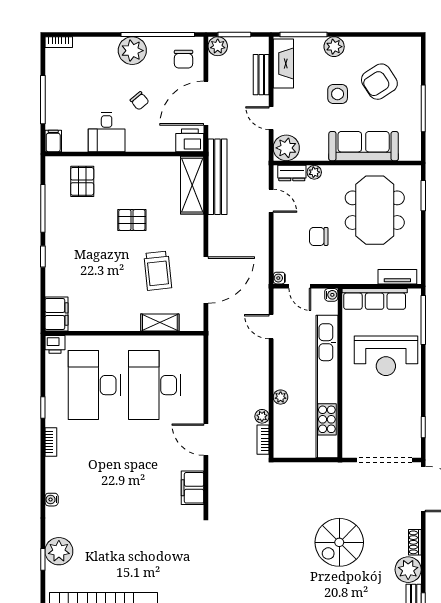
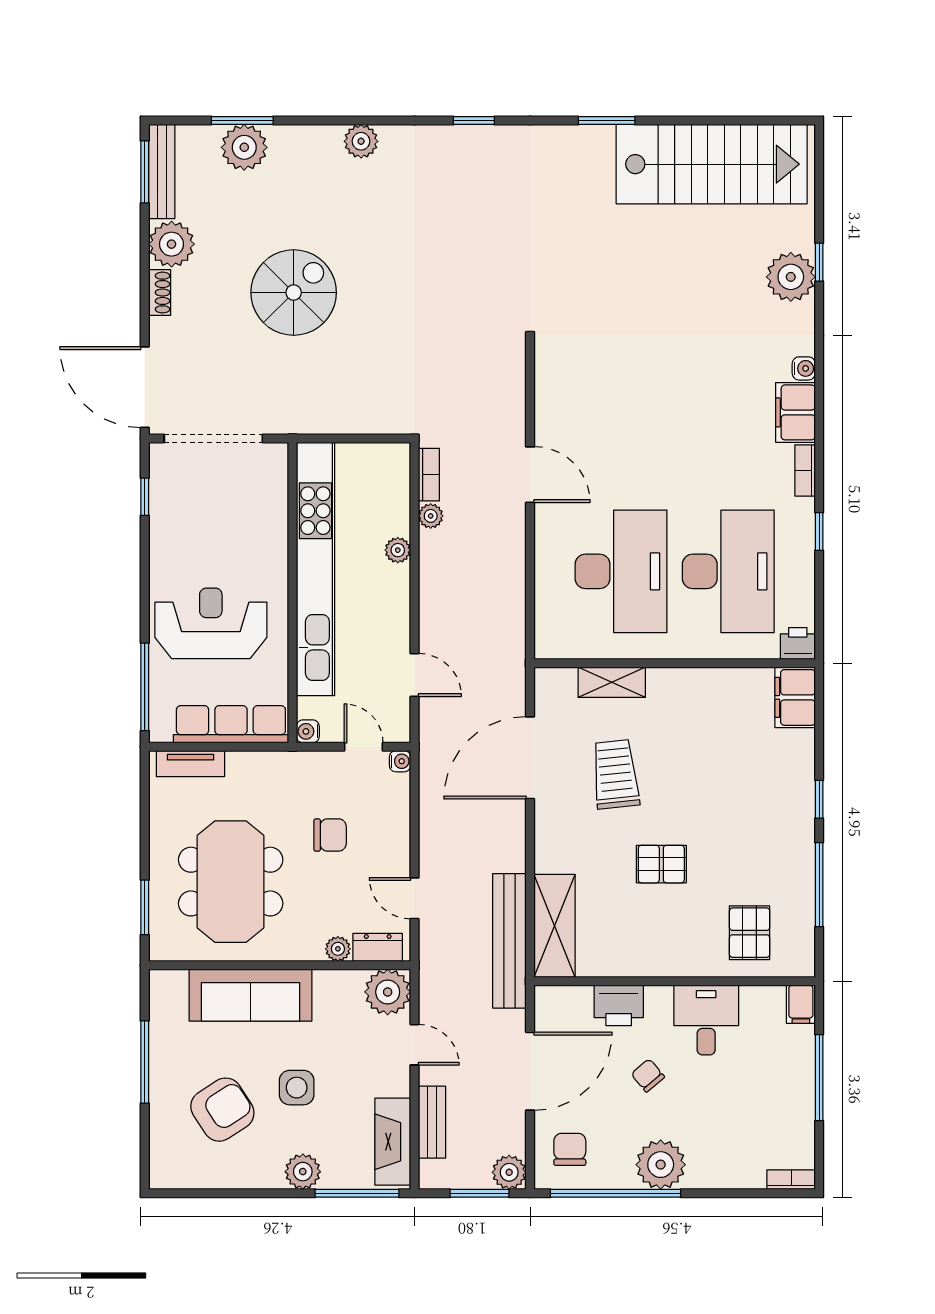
printer: (190, 140) -> (619, 1005), moved
filing cabinet: (193, 488) -> (795, 412), moved, turned 180

